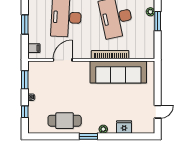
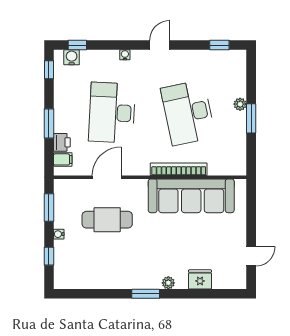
printer: (33, 37) -> (62, 142), added
cafe table: (65, 121) -> (107, 220), moved

